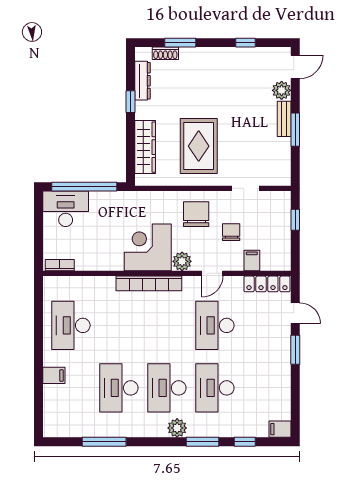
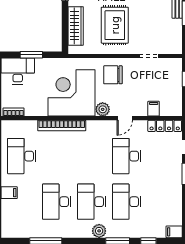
window: (84, 187) -> (31, 55), width x0.47
chair: (196, 214) -> (113, 75), turned -90
chair: (231, 232) -> (138, 88), removed
corner desk: (148, 247) -> (71, 93), width x1.36, depth x1.36
bookcase: (149, 283) -> (62, 125), moved

